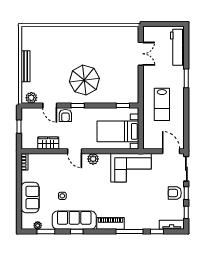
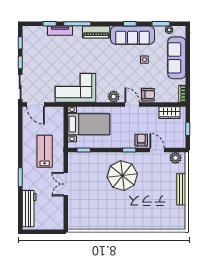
double door: (141, 54) -> (66, 184), moved
wardrobe: (48, 143) -> (170, 113), moved
armchair: (175, 193) -> (148, 95), moved
sofa: (30, 198) -> (177, 58), width x1.36
tv unit: (172, 225) -> (60, 31), moved

